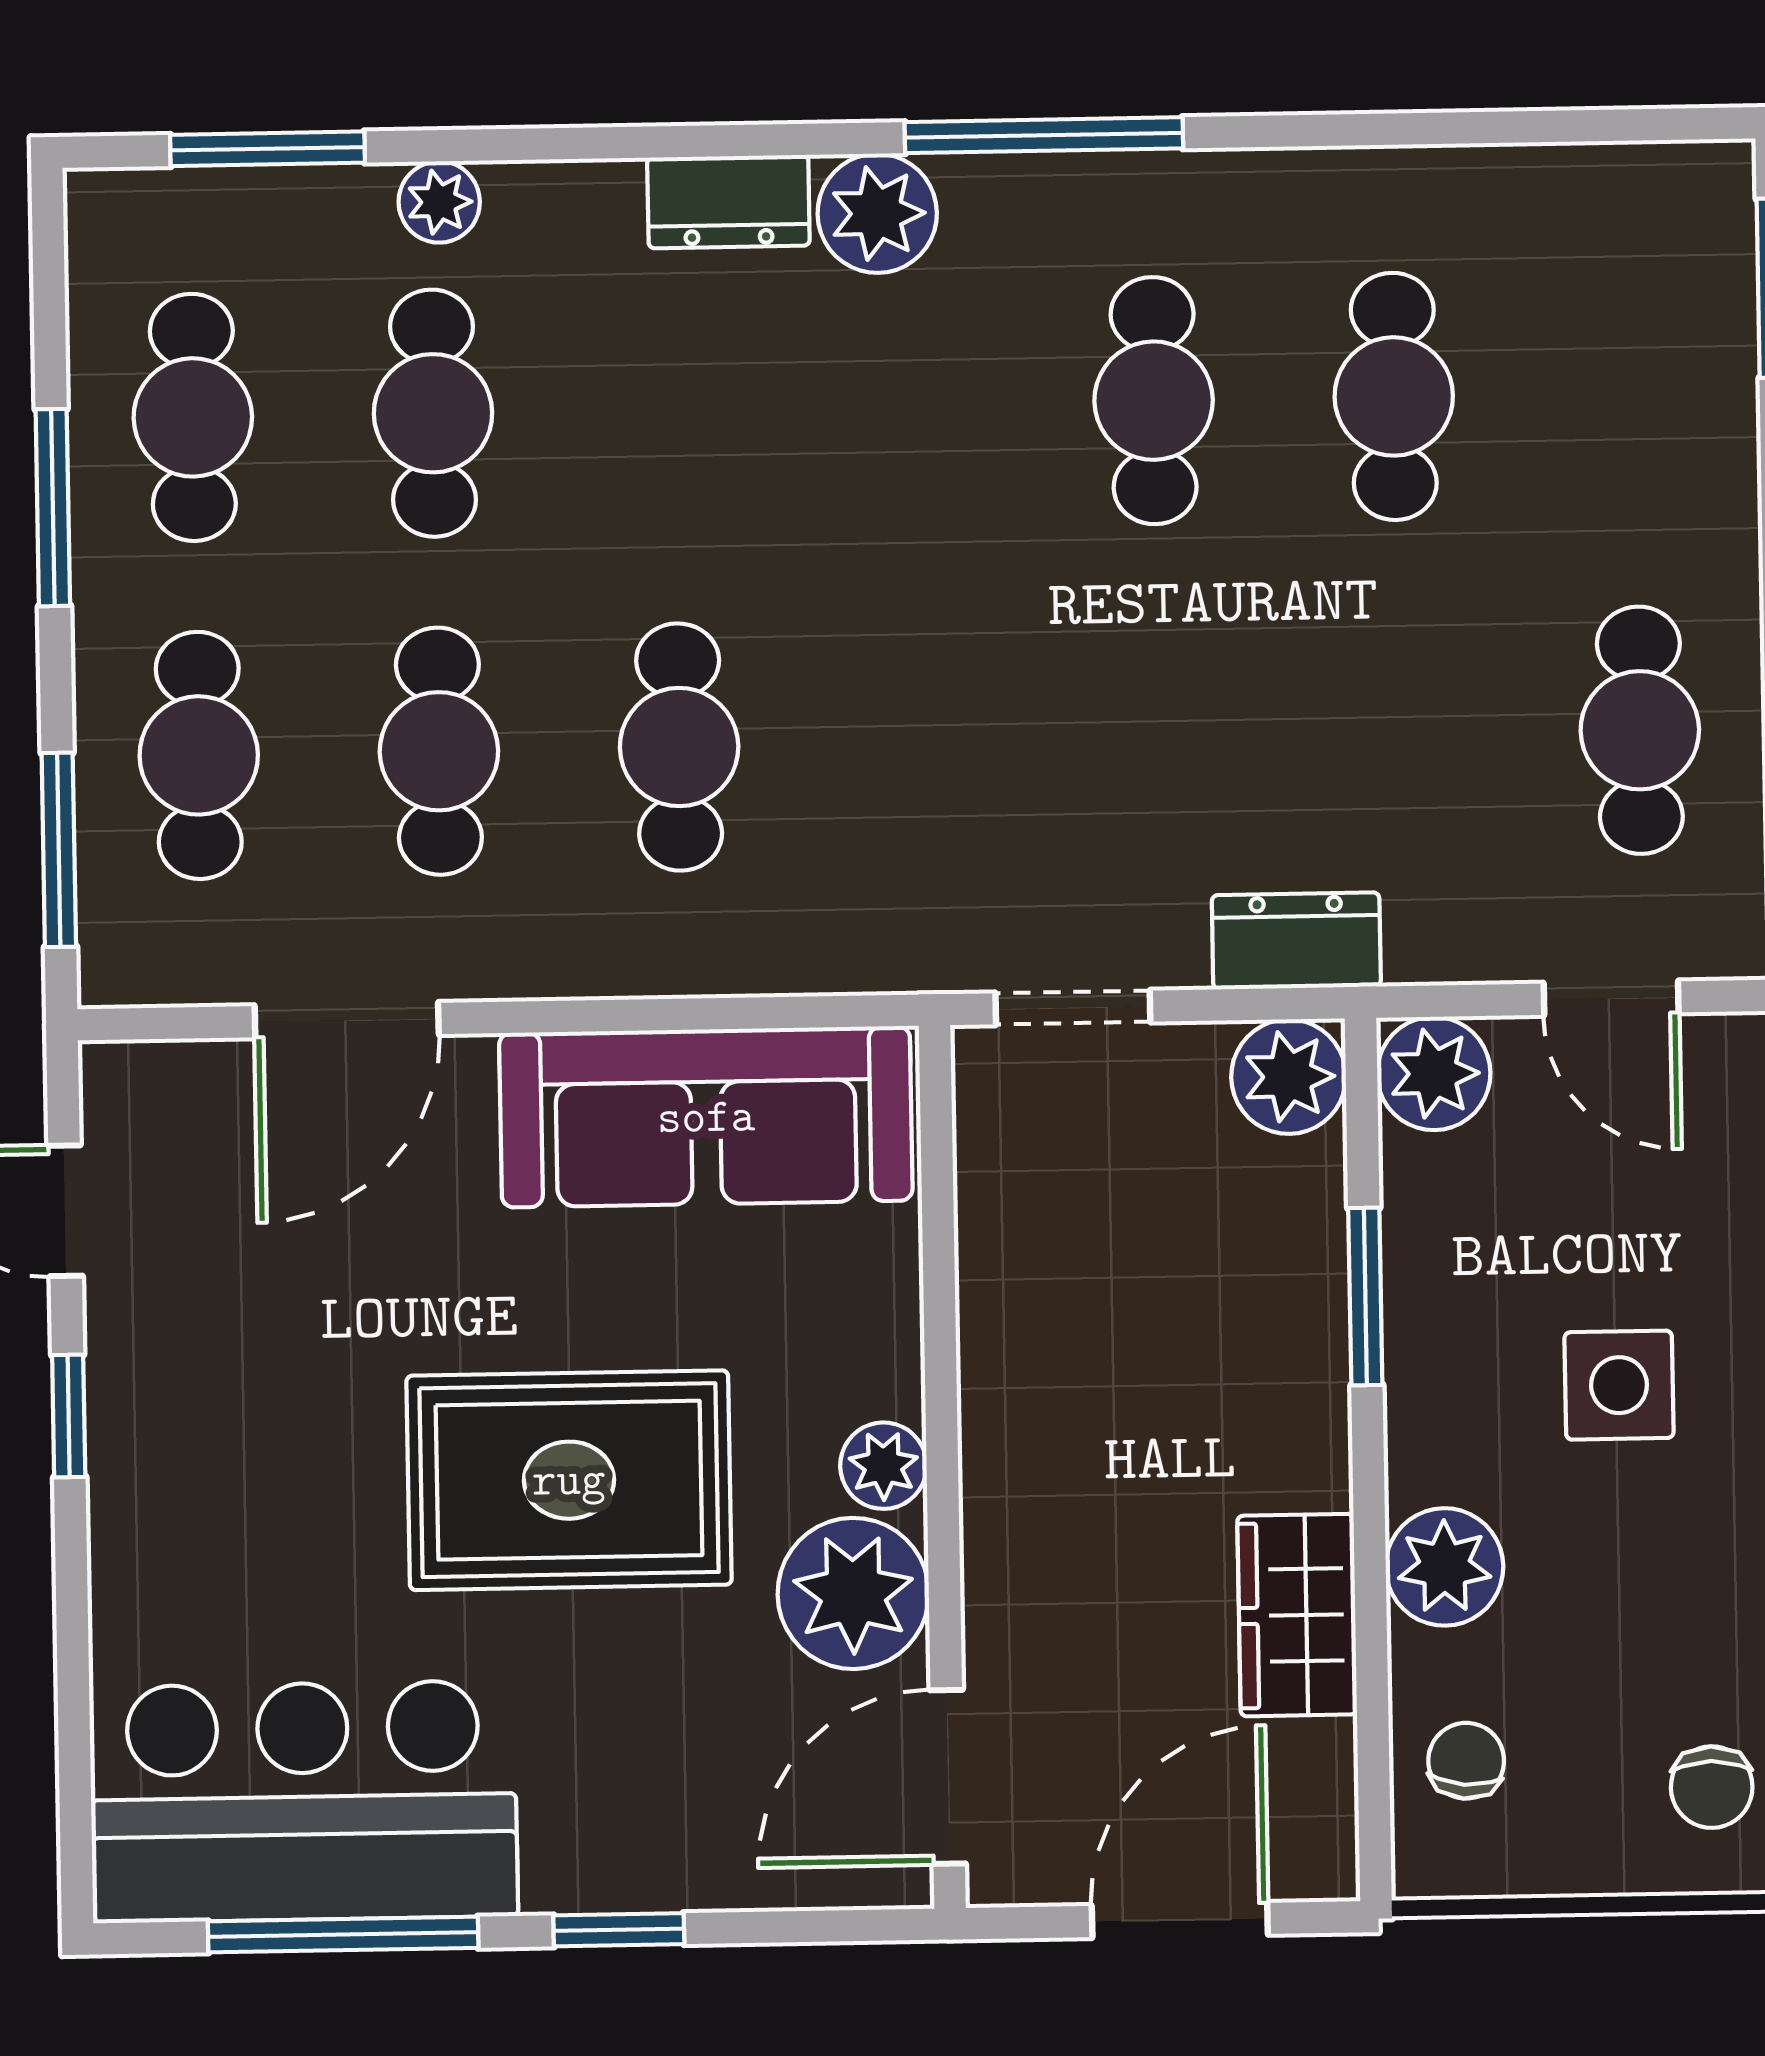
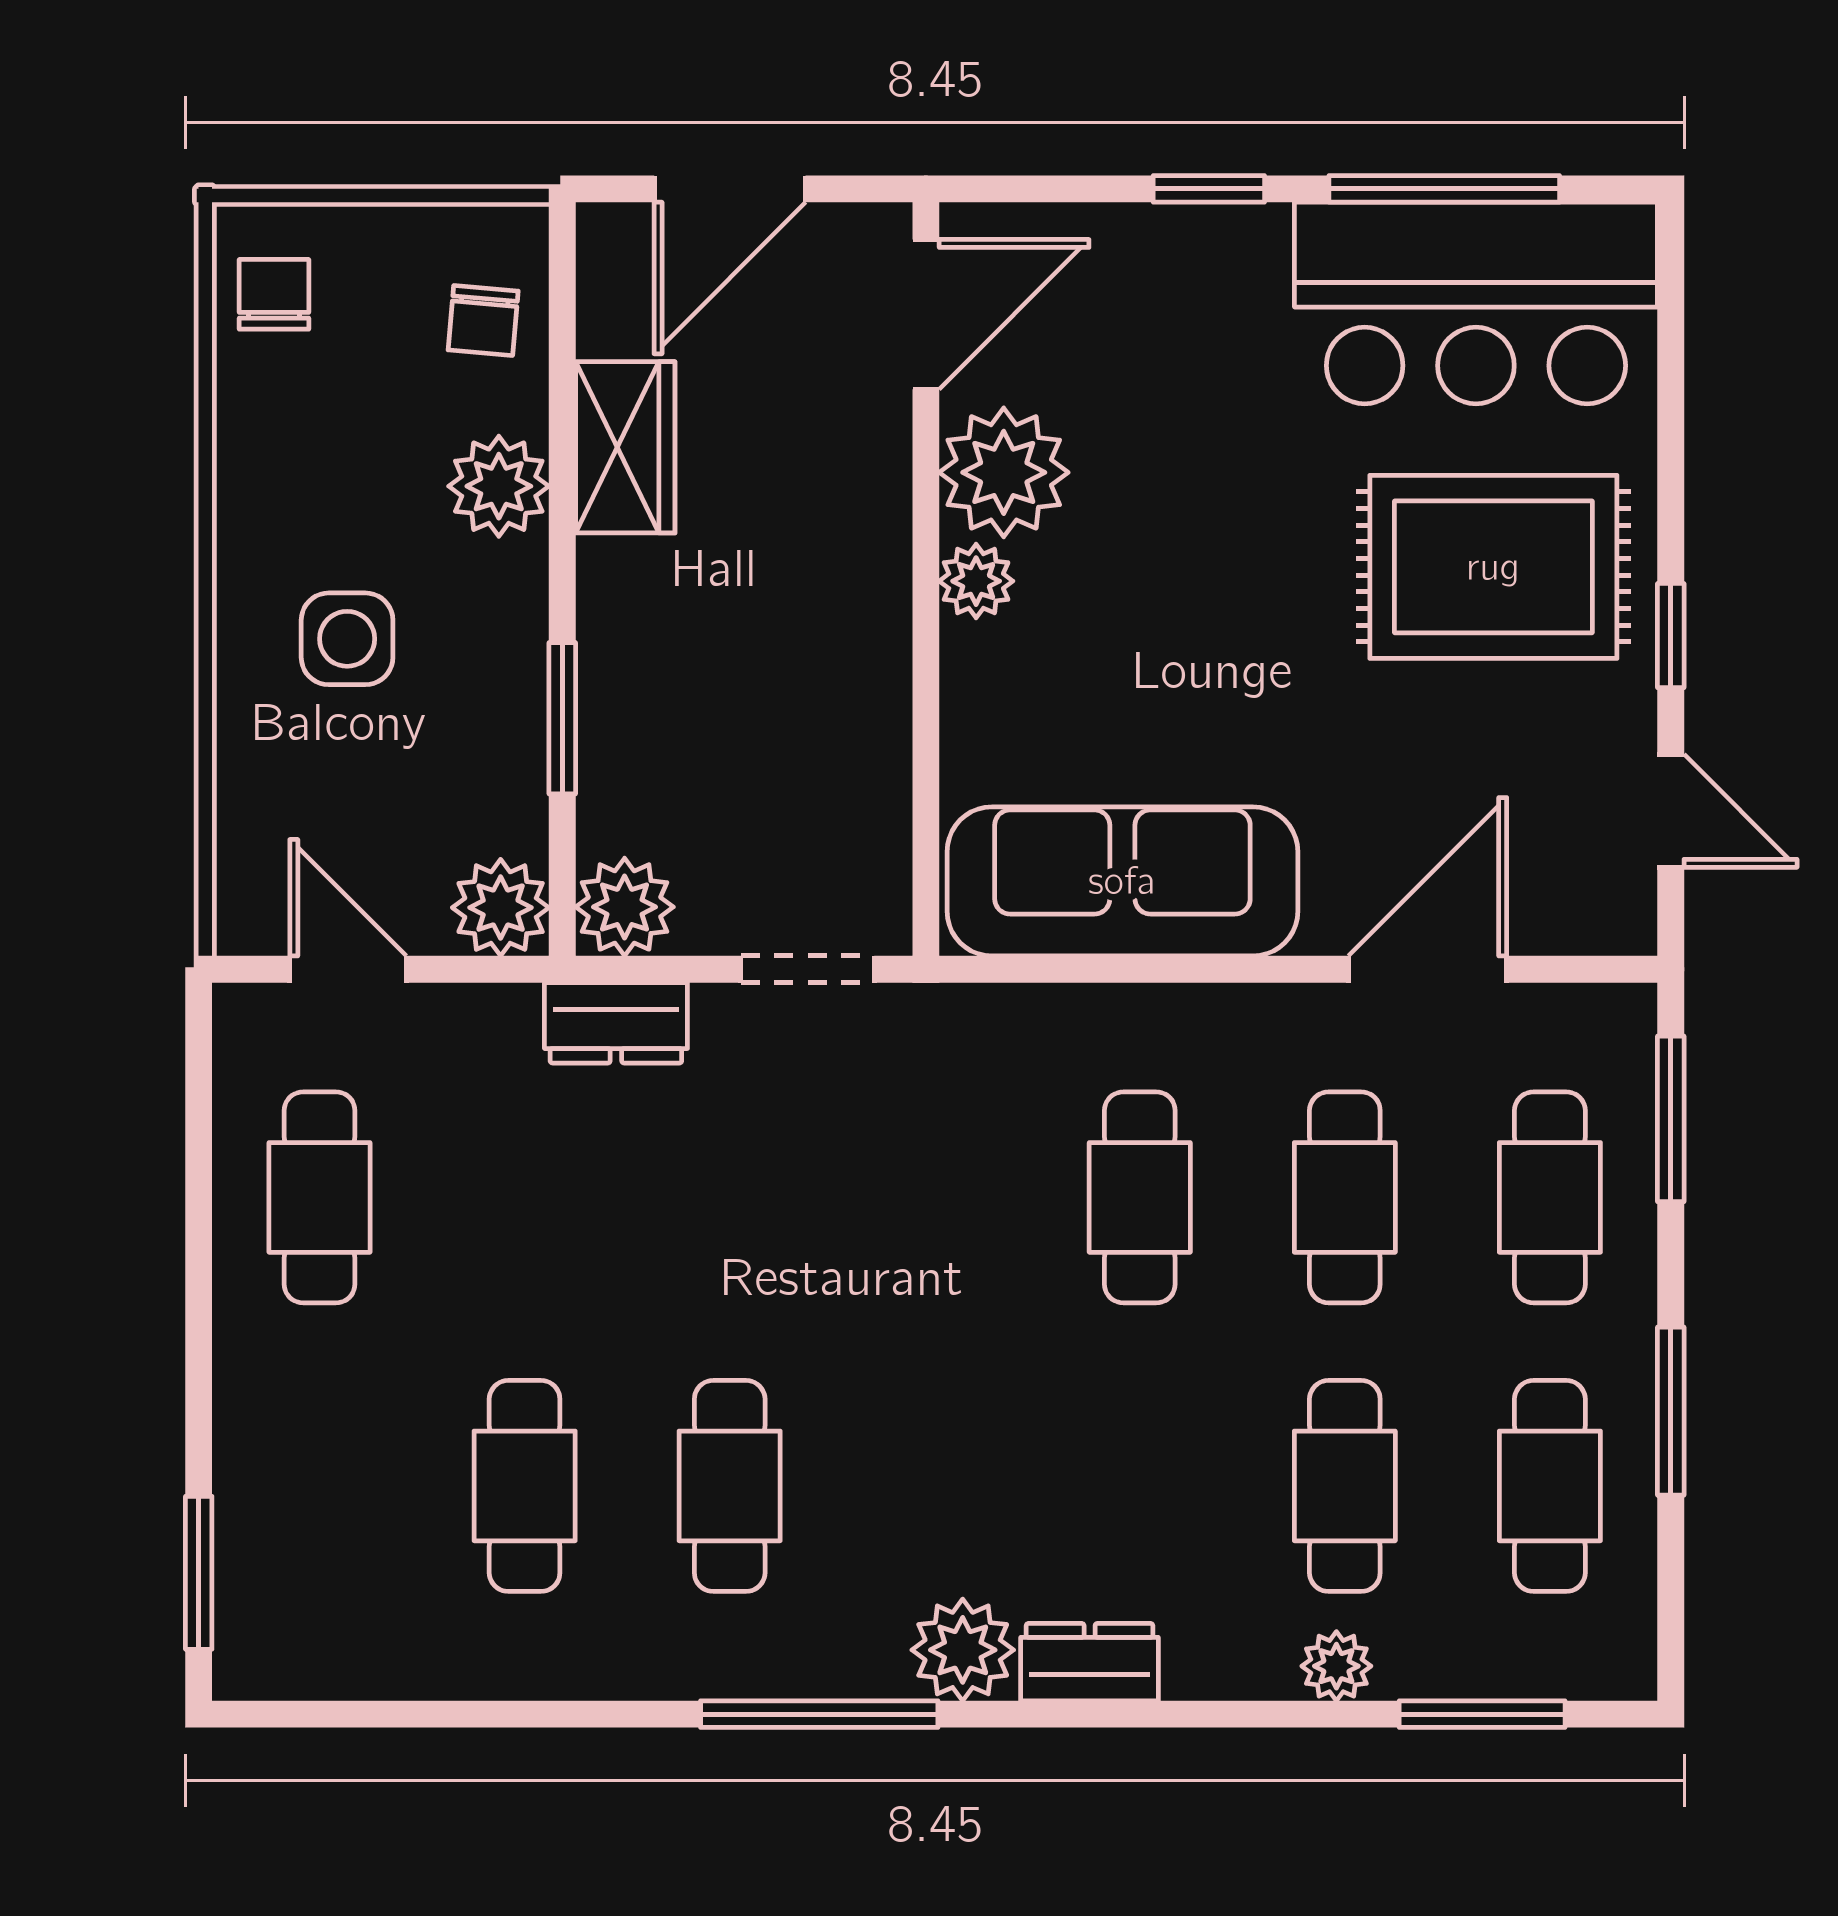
rug: (569, 1480) -> (1493, 567), moved

